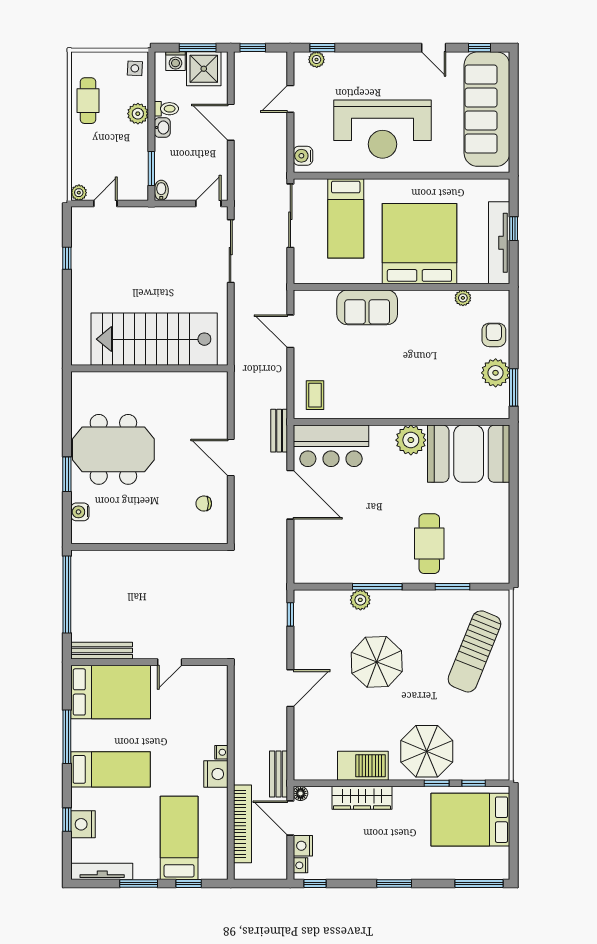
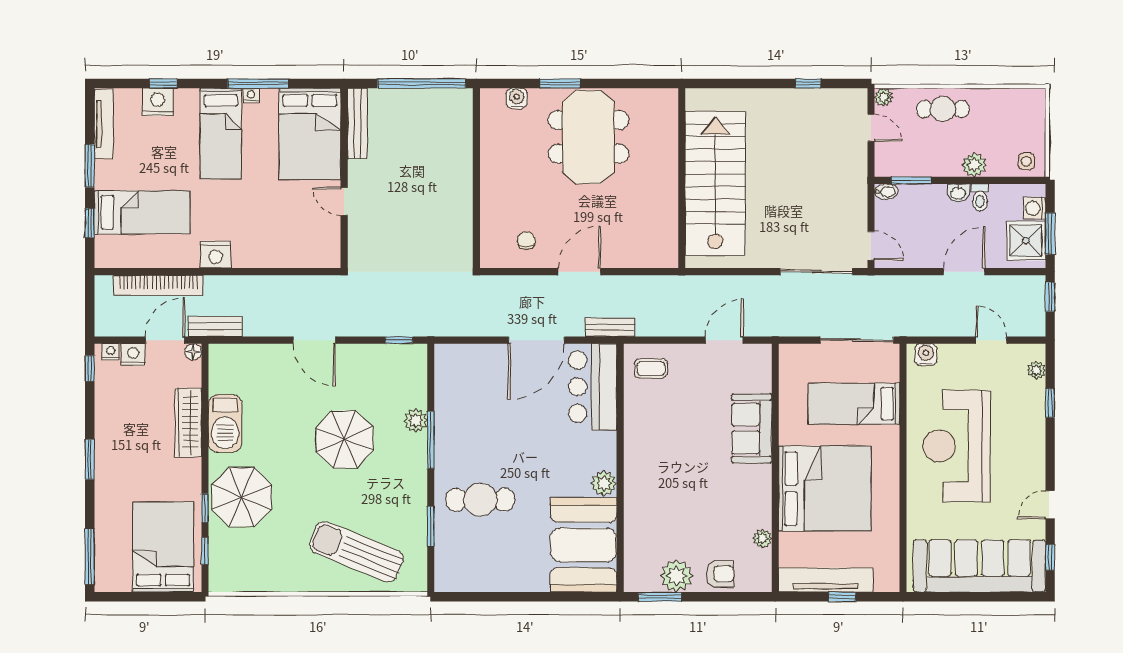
window: (322, 48) -> (1050, 403), moved
cafe table: (88, 101) -> (943, 109), moved
plant: (411, 440) -> (604, 483), width x0.73, depth x0.73
nightstand: (221, 752) -> (251, 96), moved, turned 180

